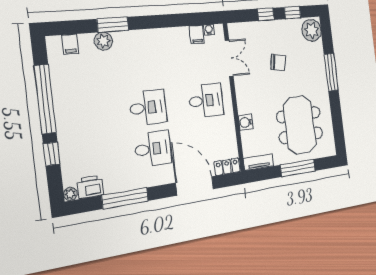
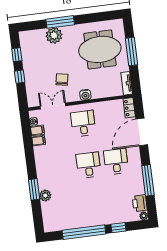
plant: (312, 30) -> (54, 35), moved
filing cabinet: (70, 44) -> (39, 141), moved
chair: (278, 62) -> (62, 79), moved
water cooler: (246, 122) -> (85, 95), moved

